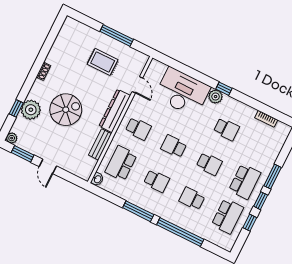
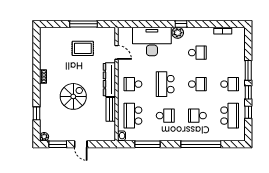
plant: (31, 110) -> (48, 109), removed
school desk: (138, 129) -> (133, 84), turned 180
school desk: (174, 146) -> (165, 84), width x1.85
school desk: (245, 182) -> (230, 84), width x0.54
window: (138, 211) -> (148, 144), moved

